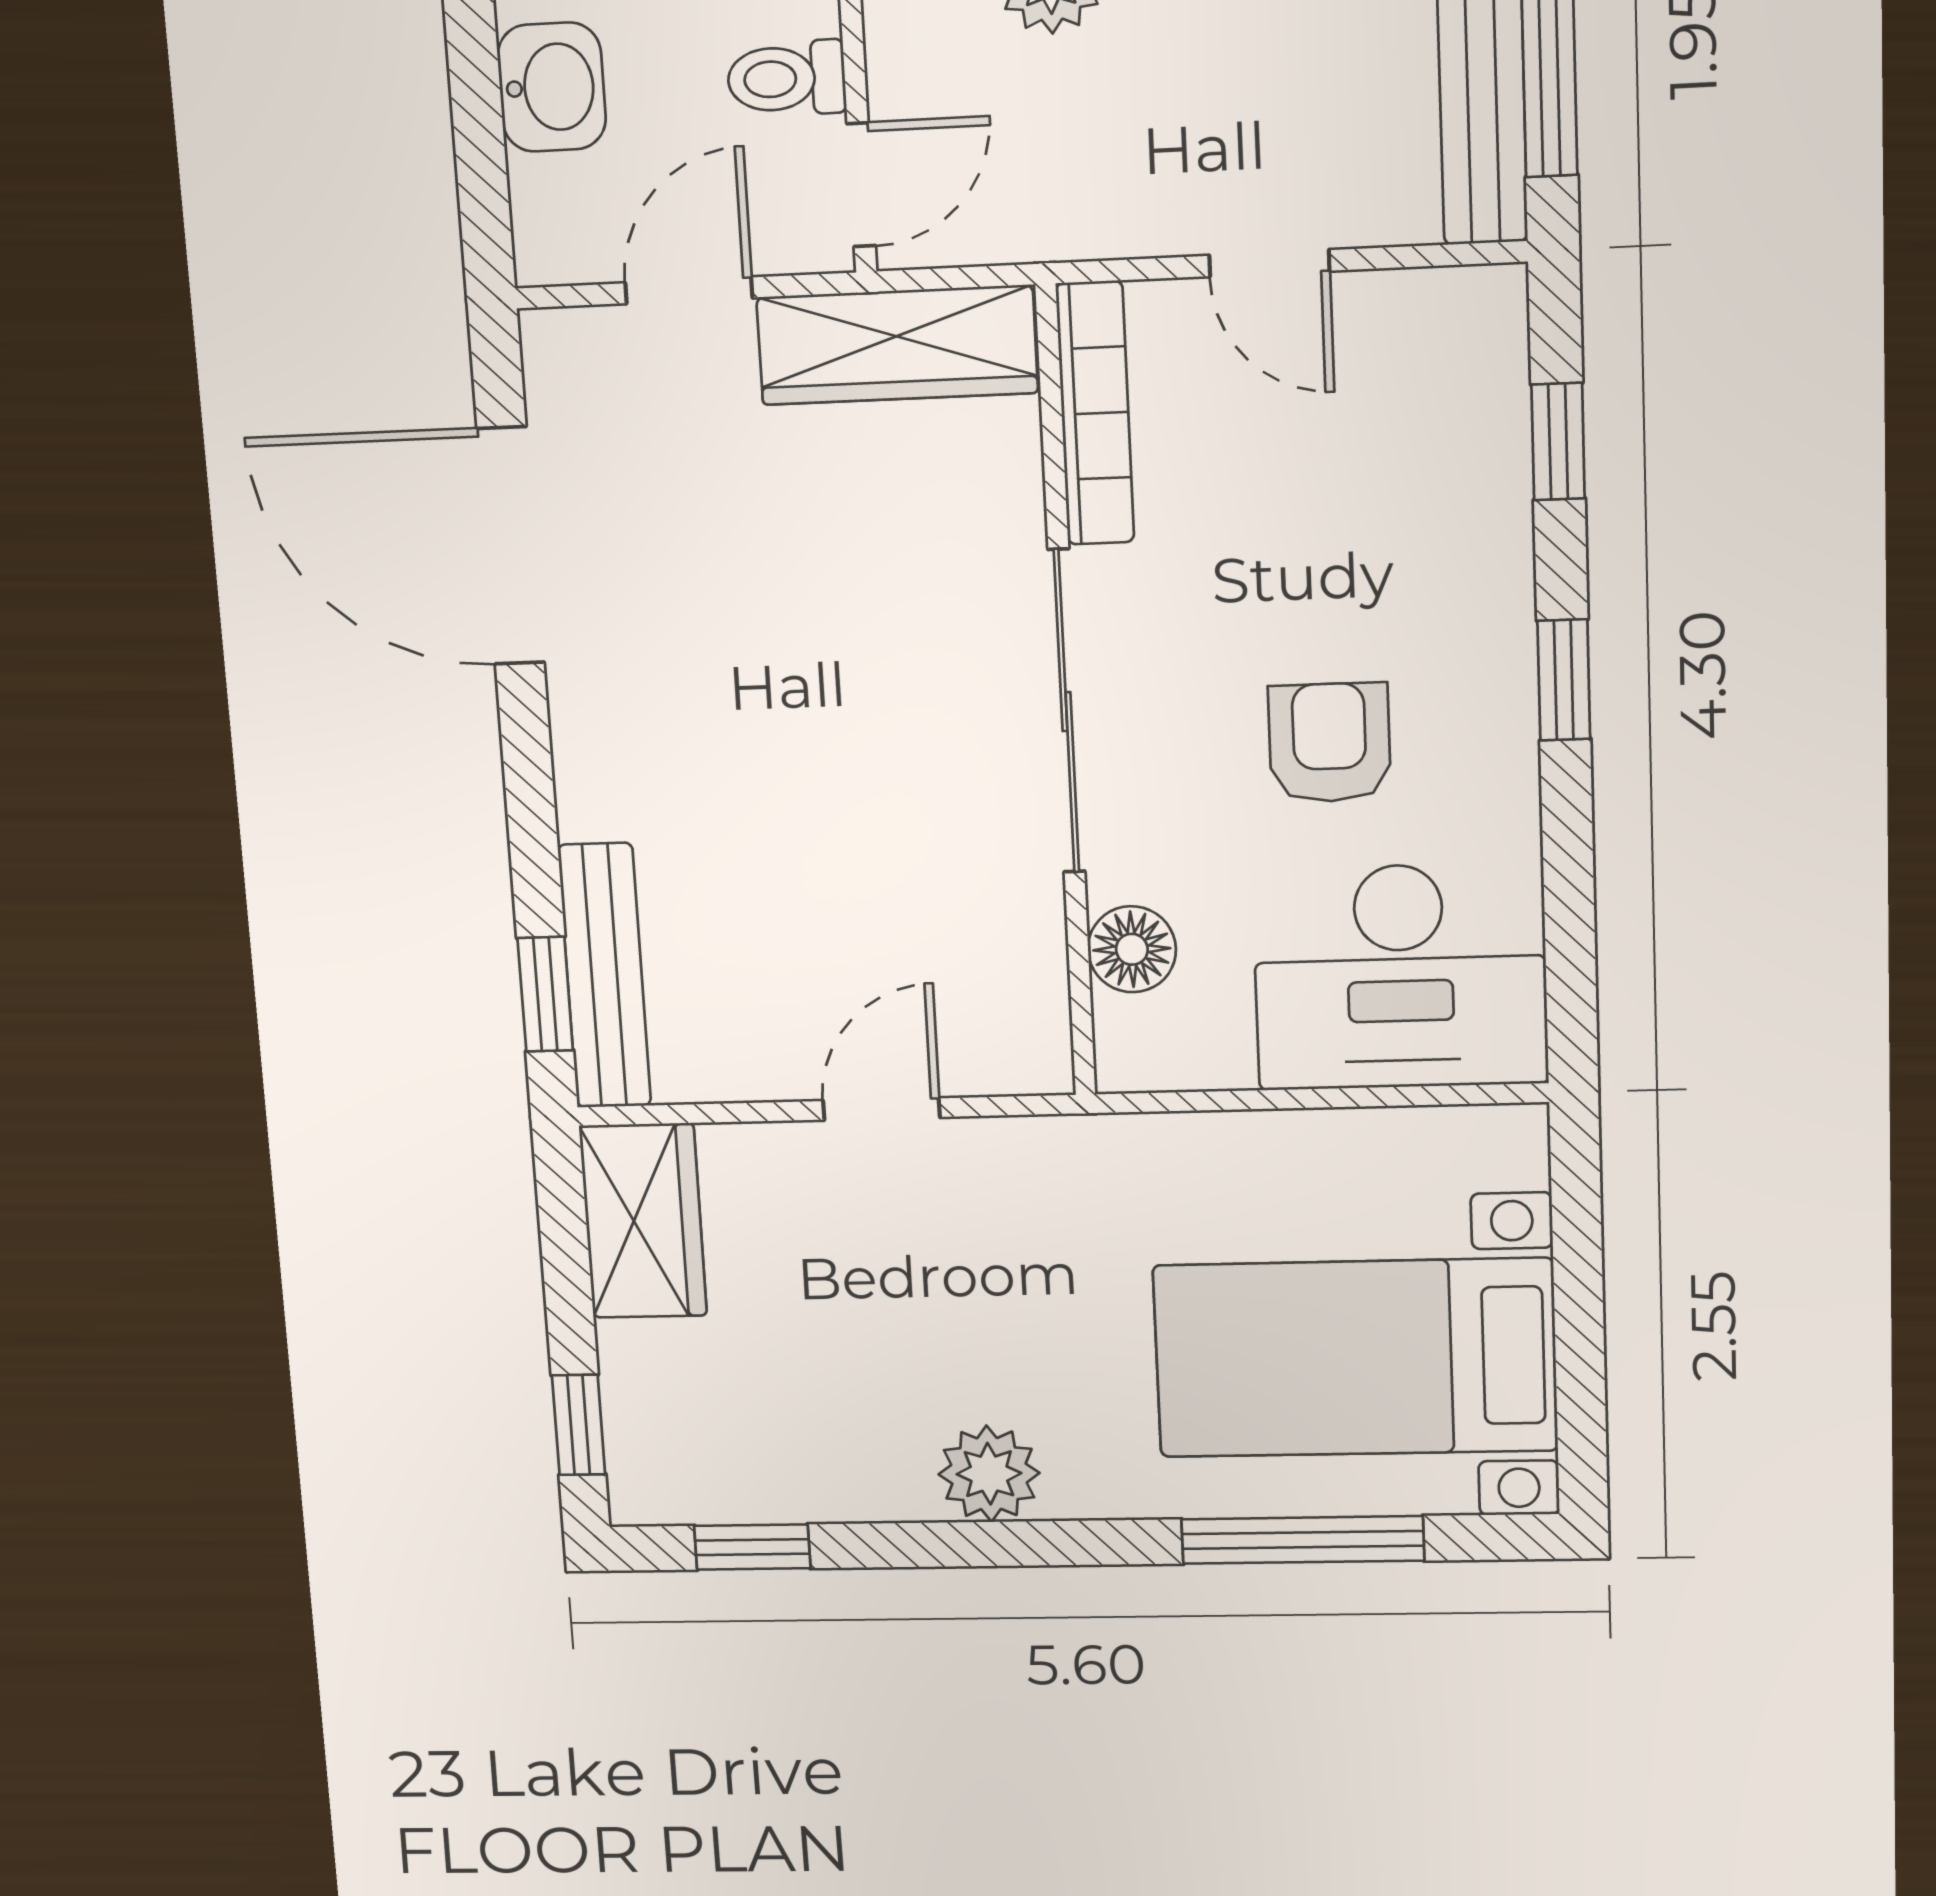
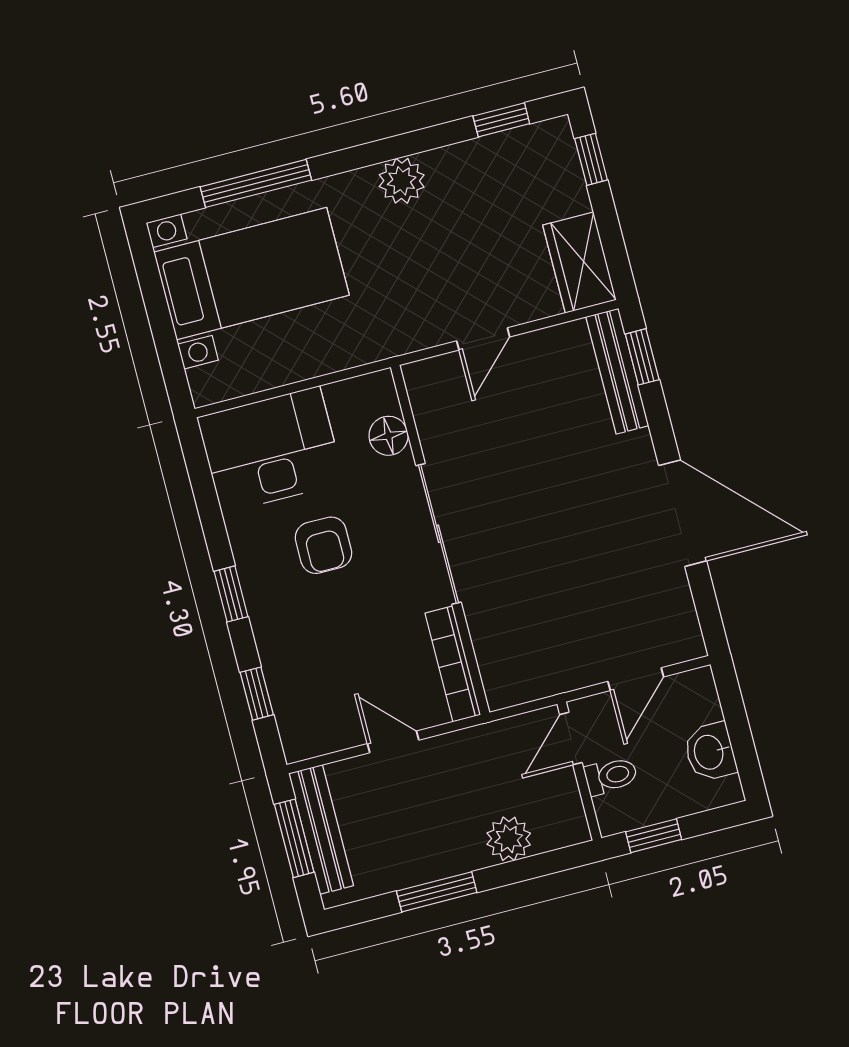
wardrobe: (897, 345) -> (543, 675), removed
door: (511, 546) -> (683, 513), moved

